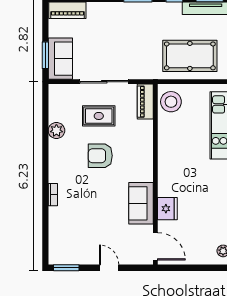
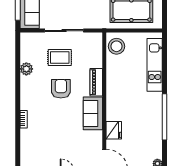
piano: (145, 102) -> (96, 82), moved
armchair: (100, 156) -> (61, 89), turned 90
sofa: (141, 203) -> (93, 113), moved

